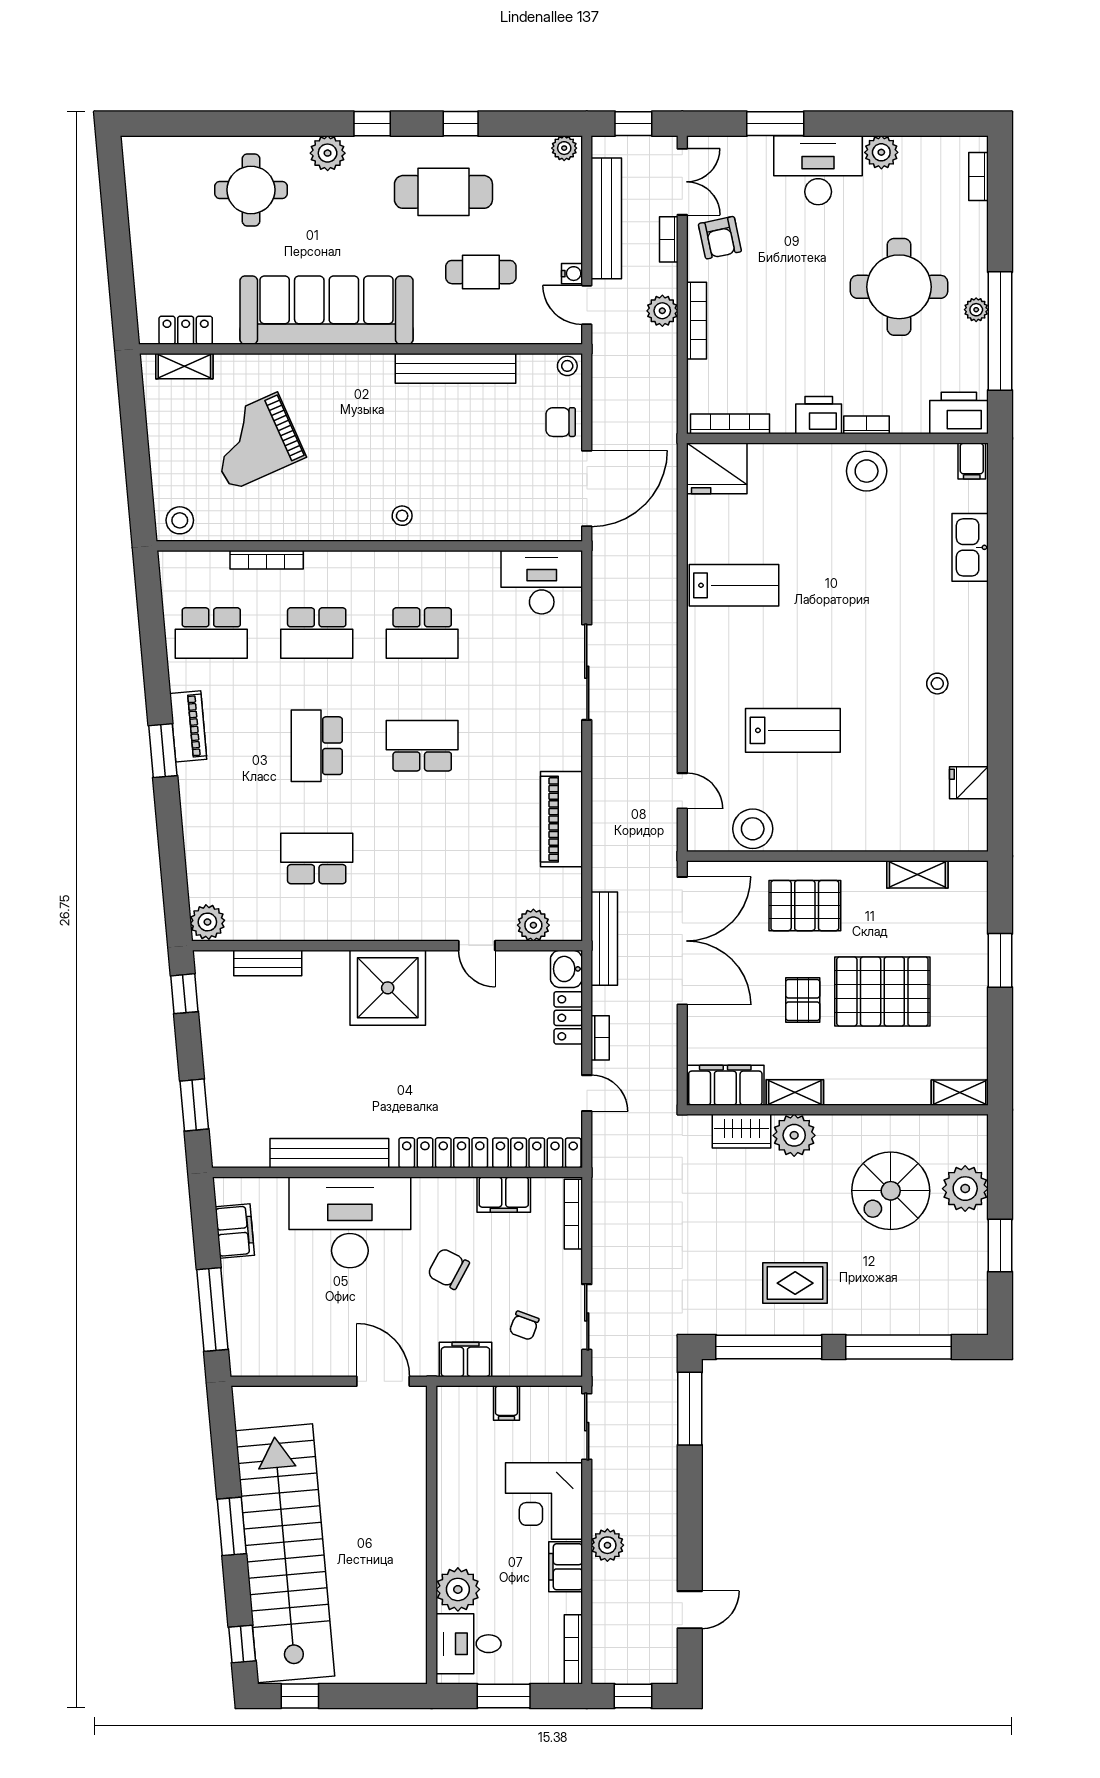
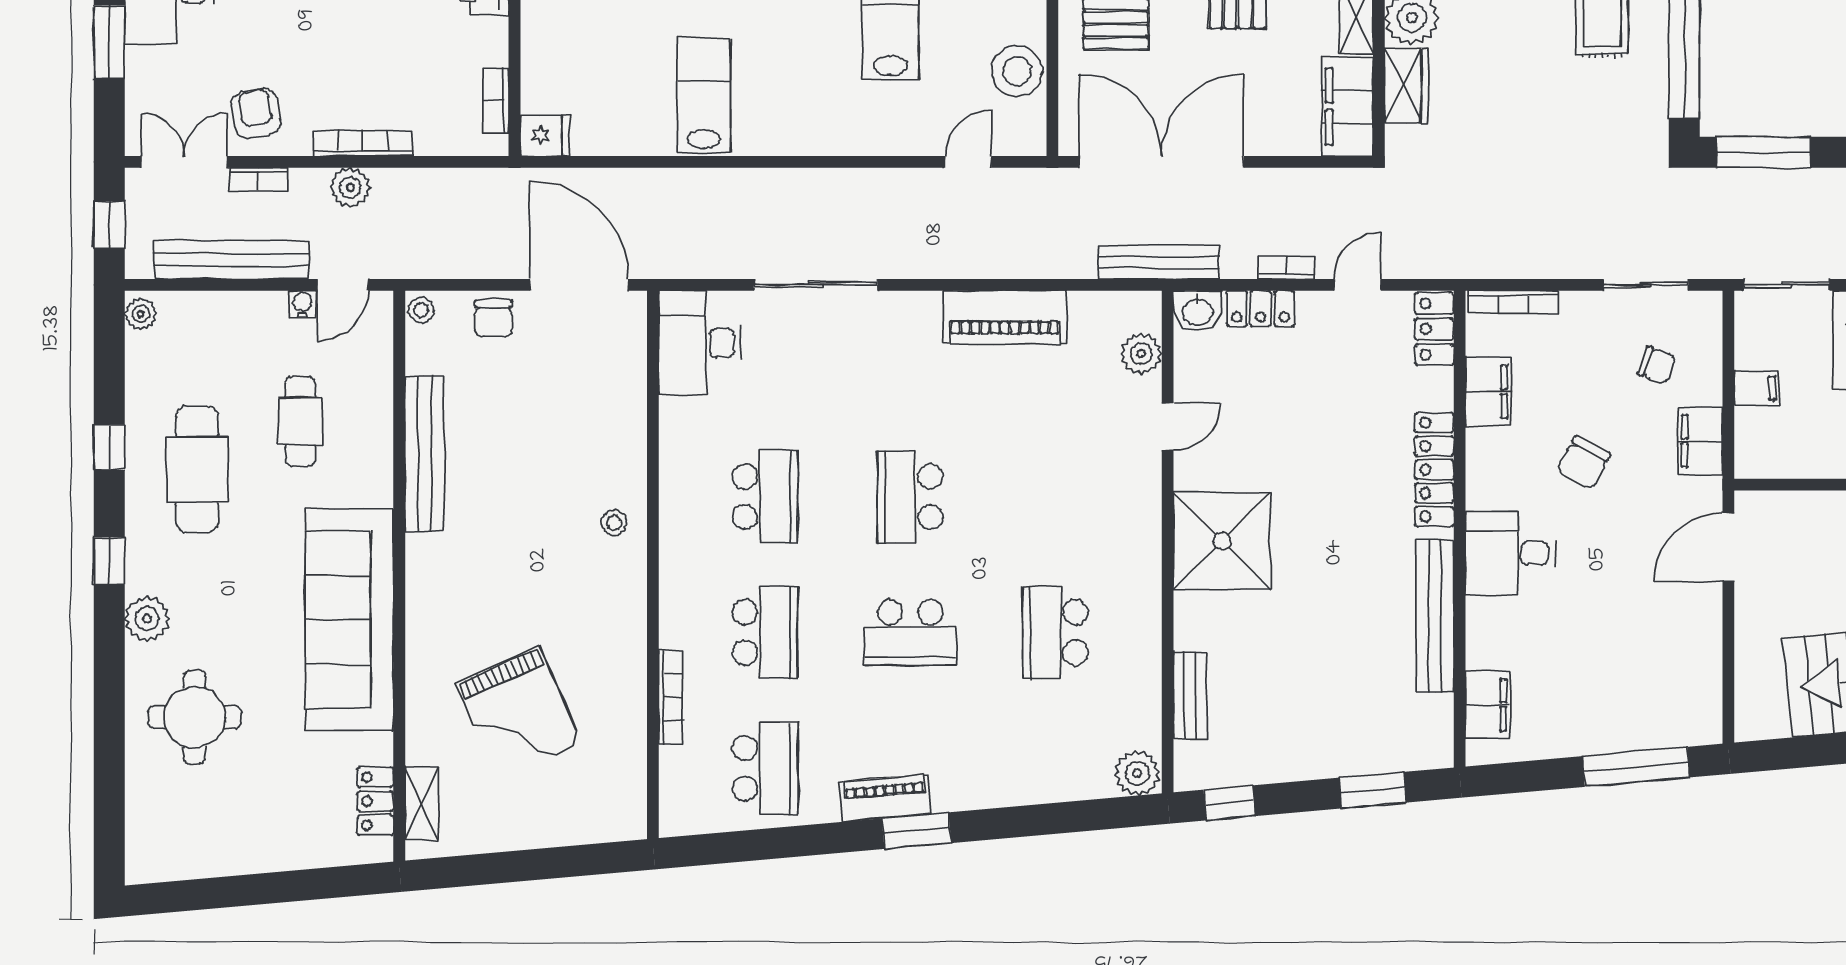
armchair: (720, 238) -> (256, 113), turned -87
bookcase: (730, 424) -> (496, 100), width x0.64
fridge: (717, 468) -> (545, 136), width x0.53, depth x0.75
stool: (180, 520) -> (620, 809), removed
locker: (537, 1153) -> (1434, 329), width x0.66
desk: (350, 1222) -> (1510, 553), width x0.53, depth x0.77
filing cabinet: (235, 1231) -> (1488, 705), moved, turned 95

